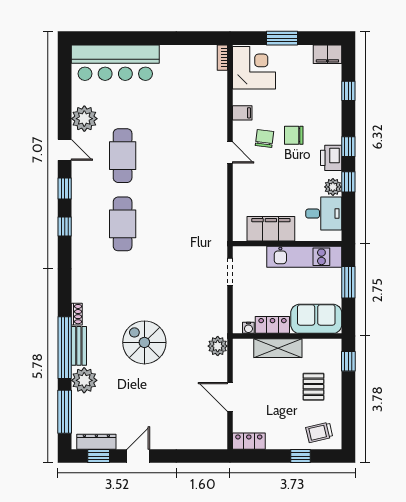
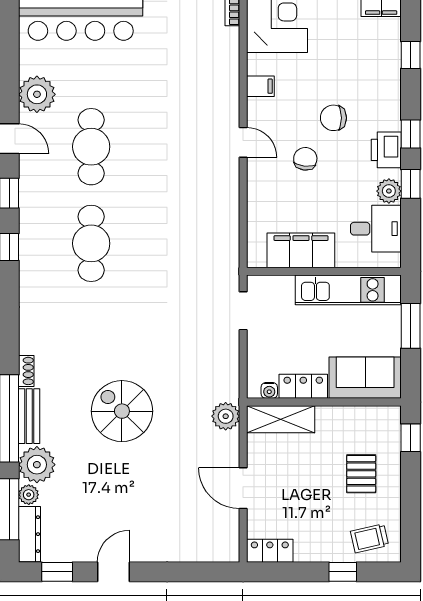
chair: (264, 139) -> (305, 159), moved
shelving: (278, 348) -> (281, 419), moved
plant: (78, 401) -> (29, 495), added
dresser: (96, 442) -> (30, 534), moved, turned 90

